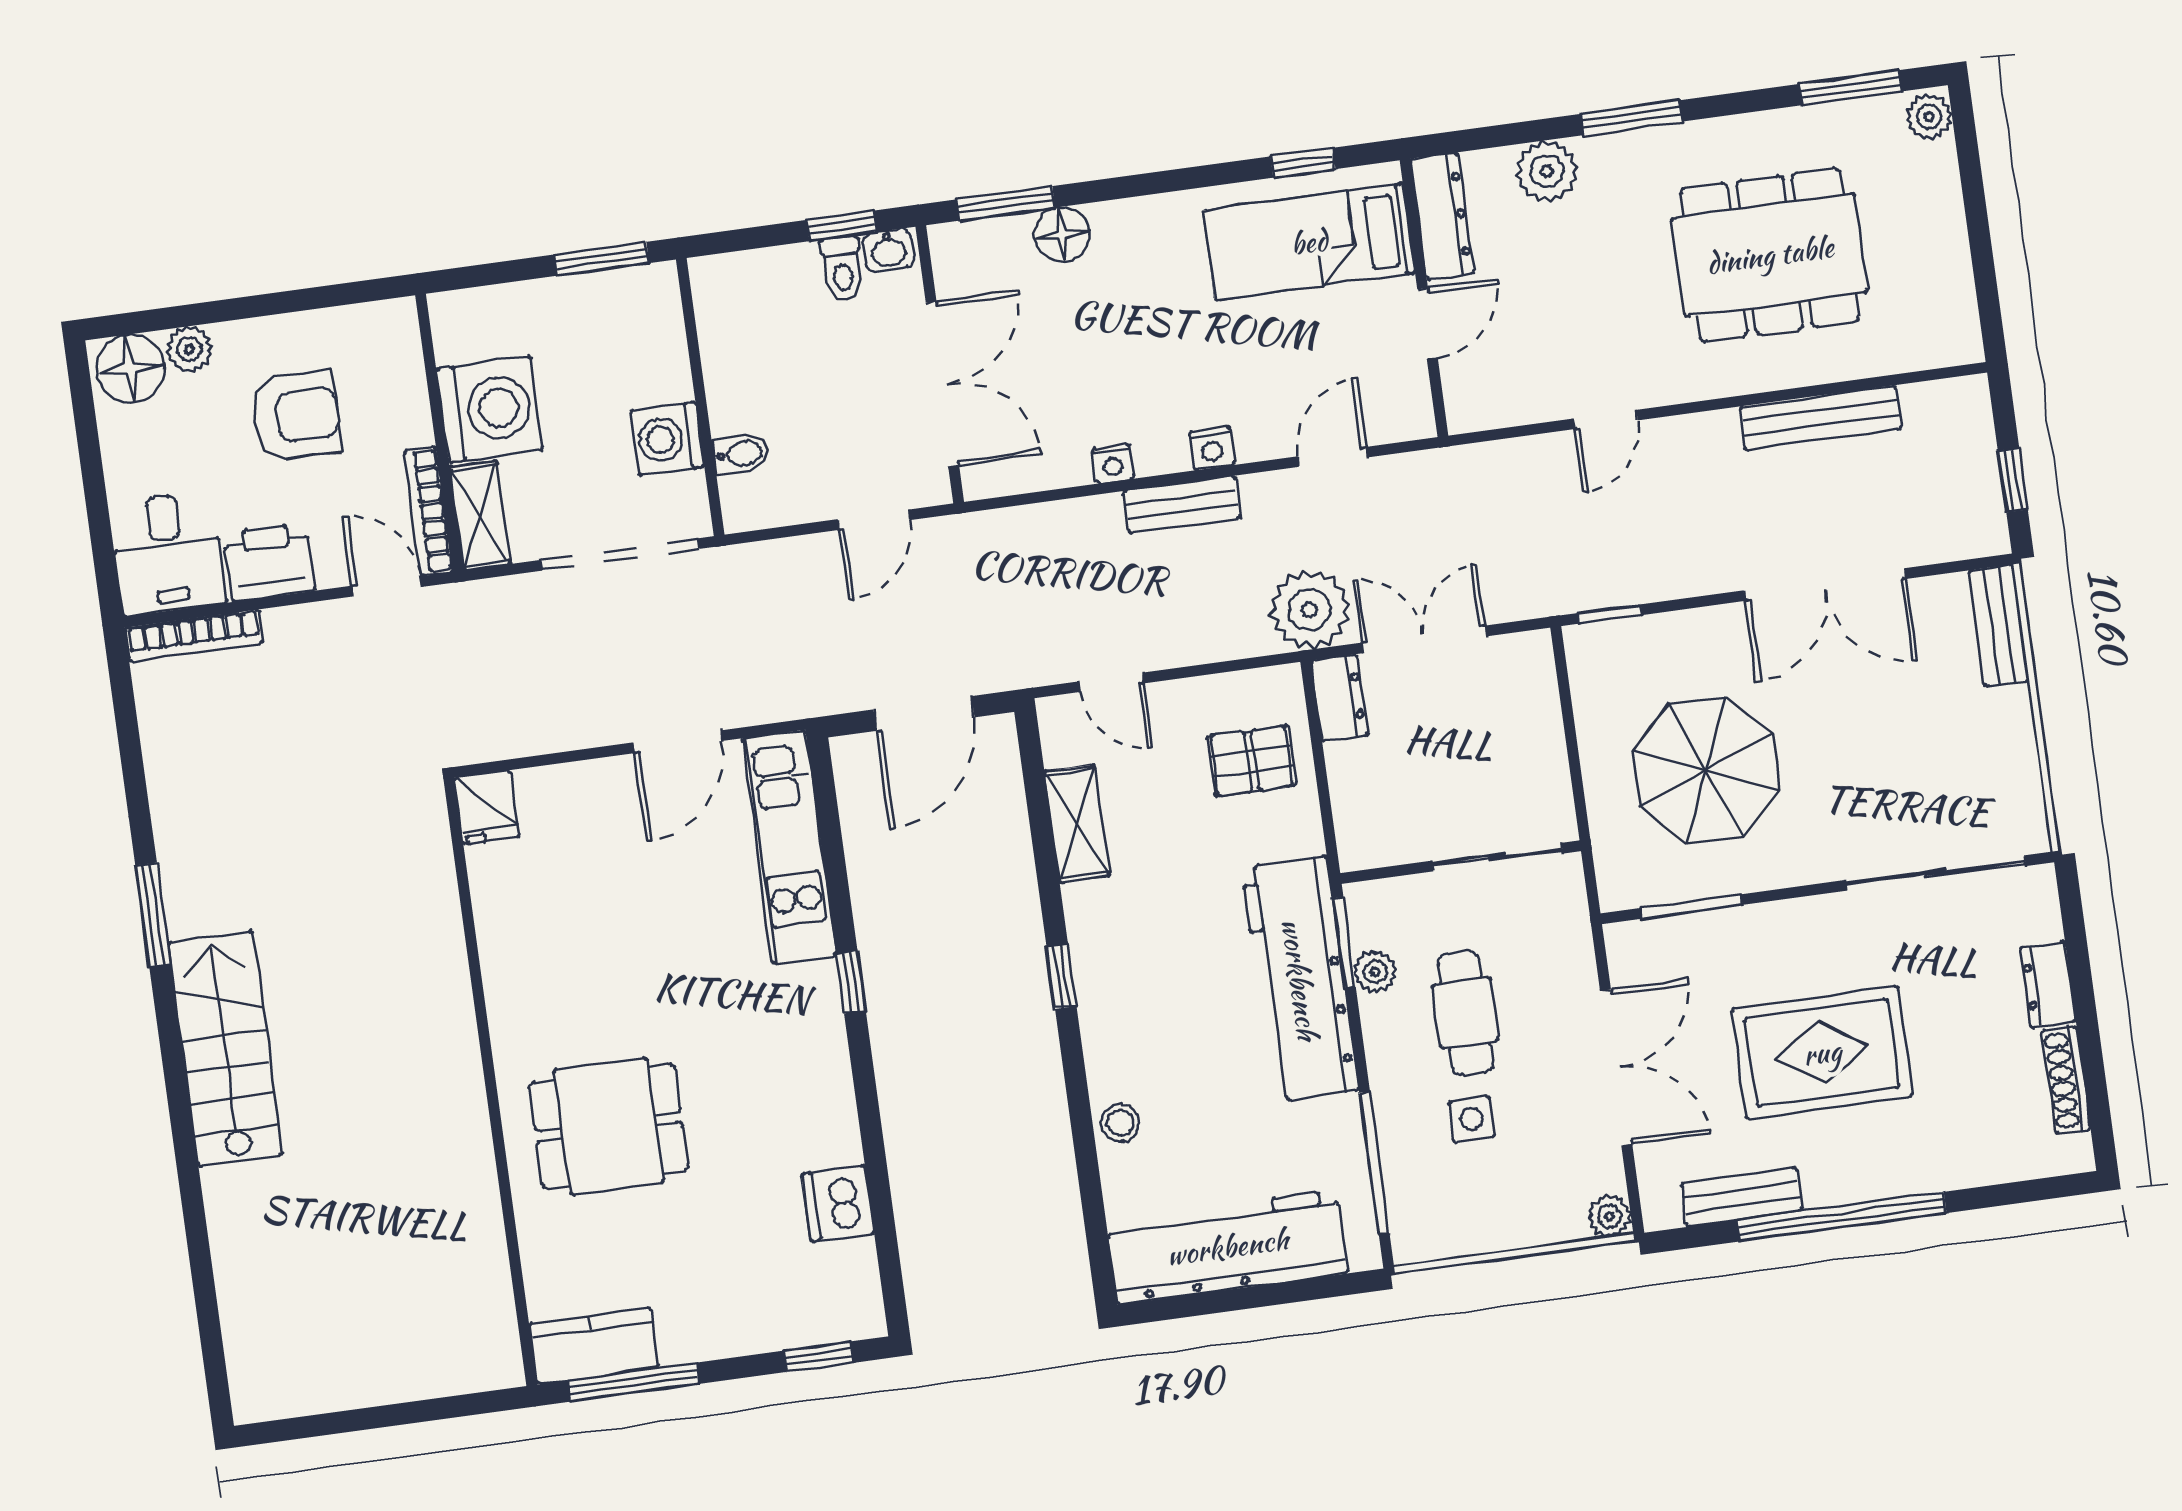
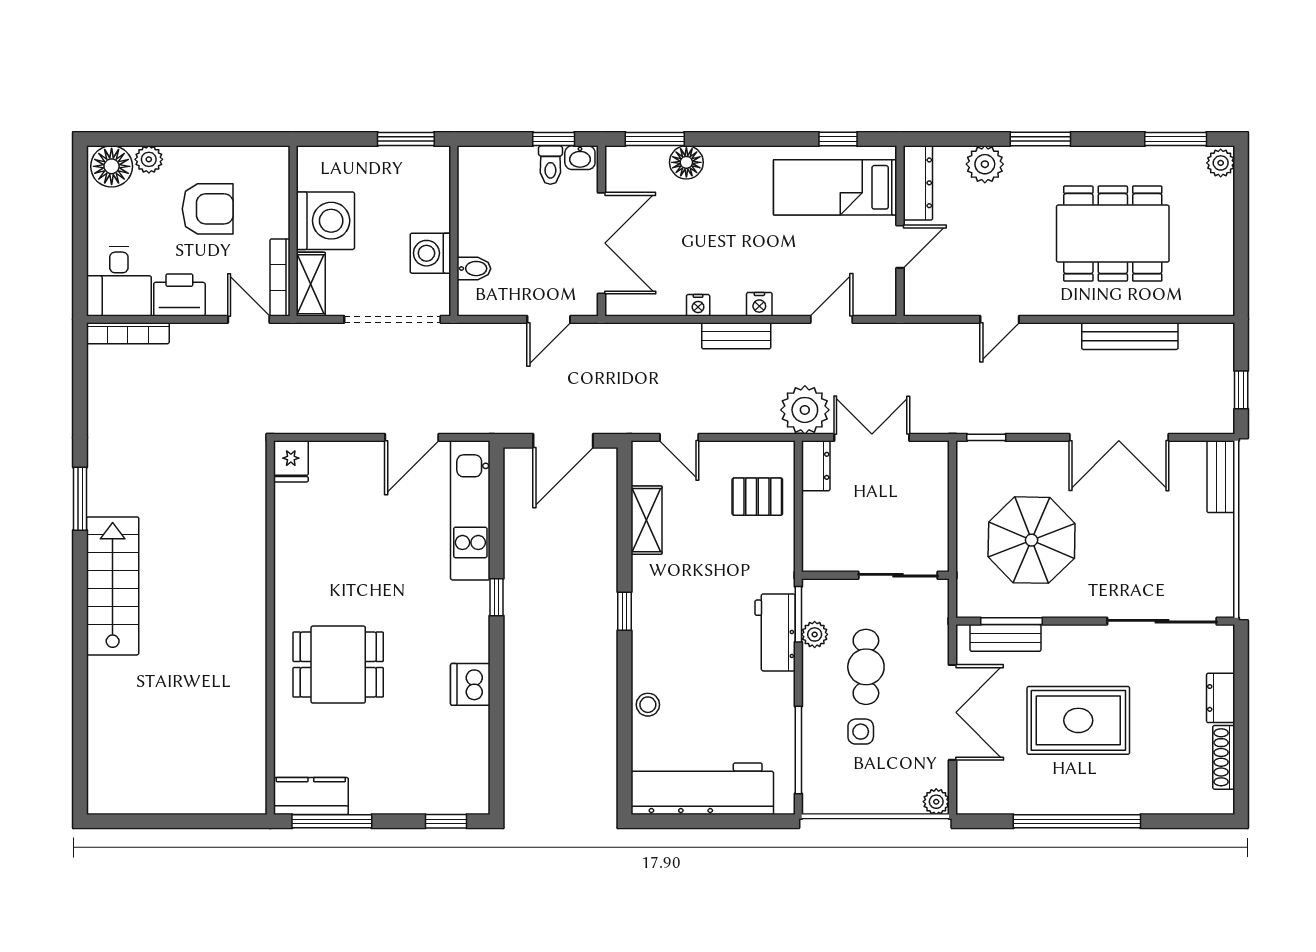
workbench: (1300, 979) -> (775, 632), width x0.53, depth x0.76
bench: (1742, 1197) -> (1005, 638), moved
dishwasher: (838, 1203) -> (470, 684), moved

